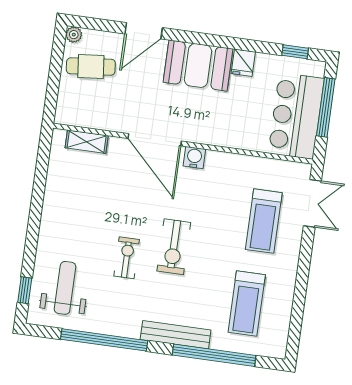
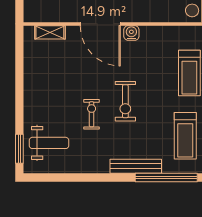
weight bench: (65, 288) -> (49, 143), turned 90
window: (25, 290) -> (19, 149), width x1.50
window: (104, 340) -> (83, 178), removed

